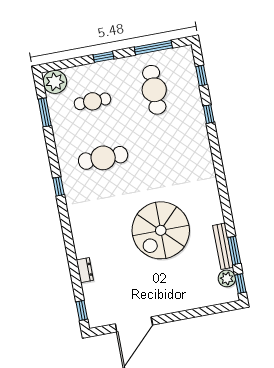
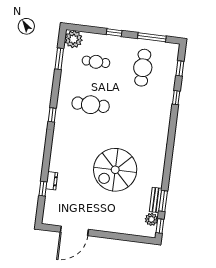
bench: (223, 246) -> (156, 200), width x0.73
window: (82, 311) -> (43, 189), moved

